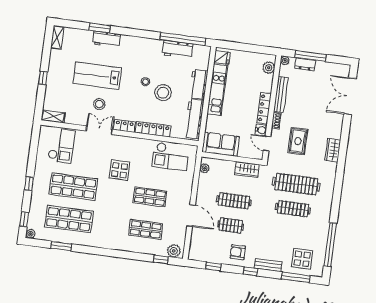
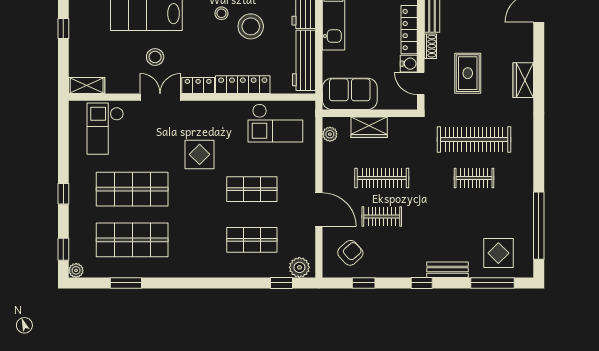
checkout: (61, 146) -> (105, 129), turned 180
wardrobe: (247, 169) -> (369, 127), moved
clothes rail: (293, 209) -> (474, 178), width x0.73
armchair: (238, 252) -> (350, 253), moved, turned 138

